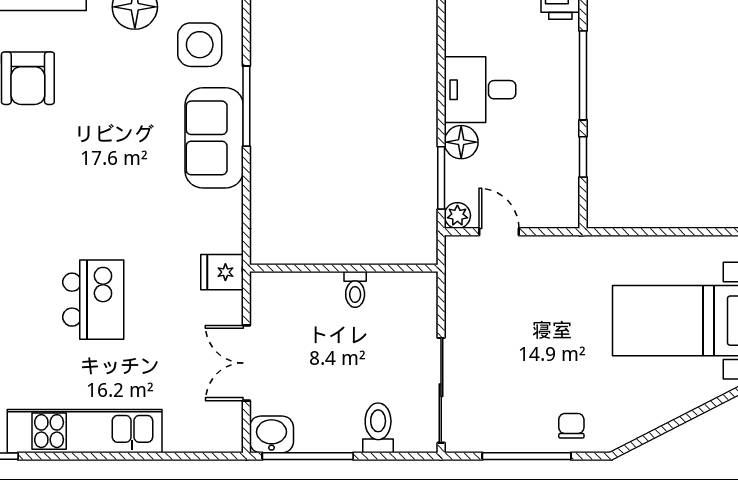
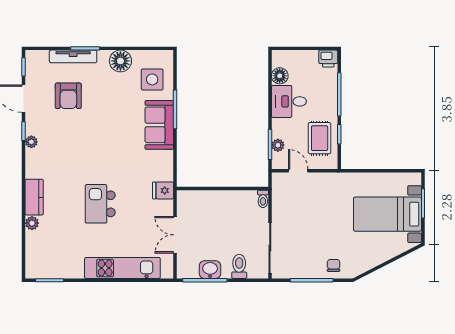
floor lamp: (461, 142) -> (280, 76), moved
rug: (543, 165) -> (320, 138), added
plant: (457, 215) -> (278, 145), moved
toilet: (355, 289) -> (263, 199), moved
kitchen island: (93, 300) -> (100, 204), turned 180
kitchen unit: (85, 431) -> (122, 268), moved
washbasin: (272, 434) -> (210, 270), moved

